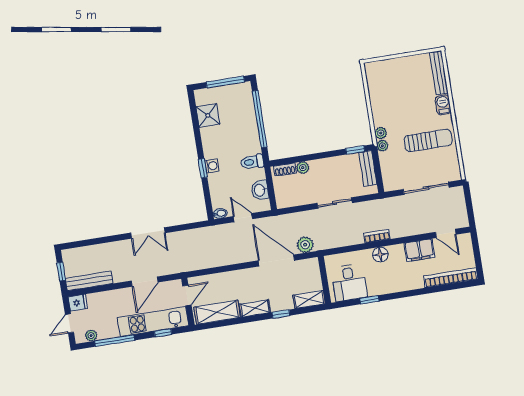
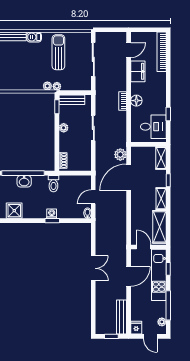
plant: (303, 168) -> (64, 128), moved
washbasin: (260, 190) -> (24, 181), moved
door: (145, 282) -> (129, 276), hinge flipped

